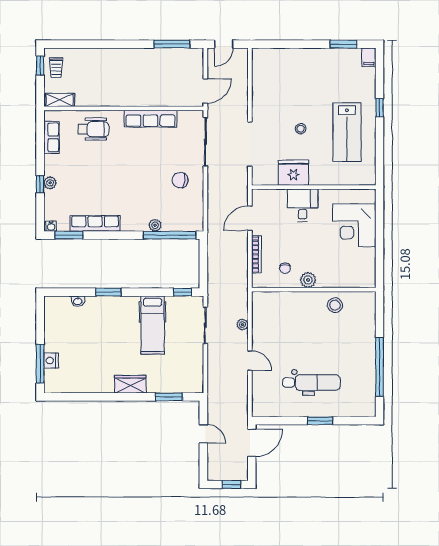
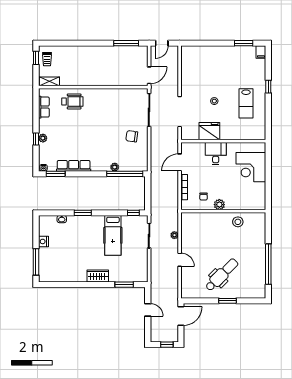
row of seats: (151, 119) -> (112, 94), removed
lab bench: (347, 132) -> (246, 103), width x0.73, depth x0.72
nightstand: (51, 360) -> (43, 241), moved
dental chair: (312, 382) -> (222, 275), turned -45

